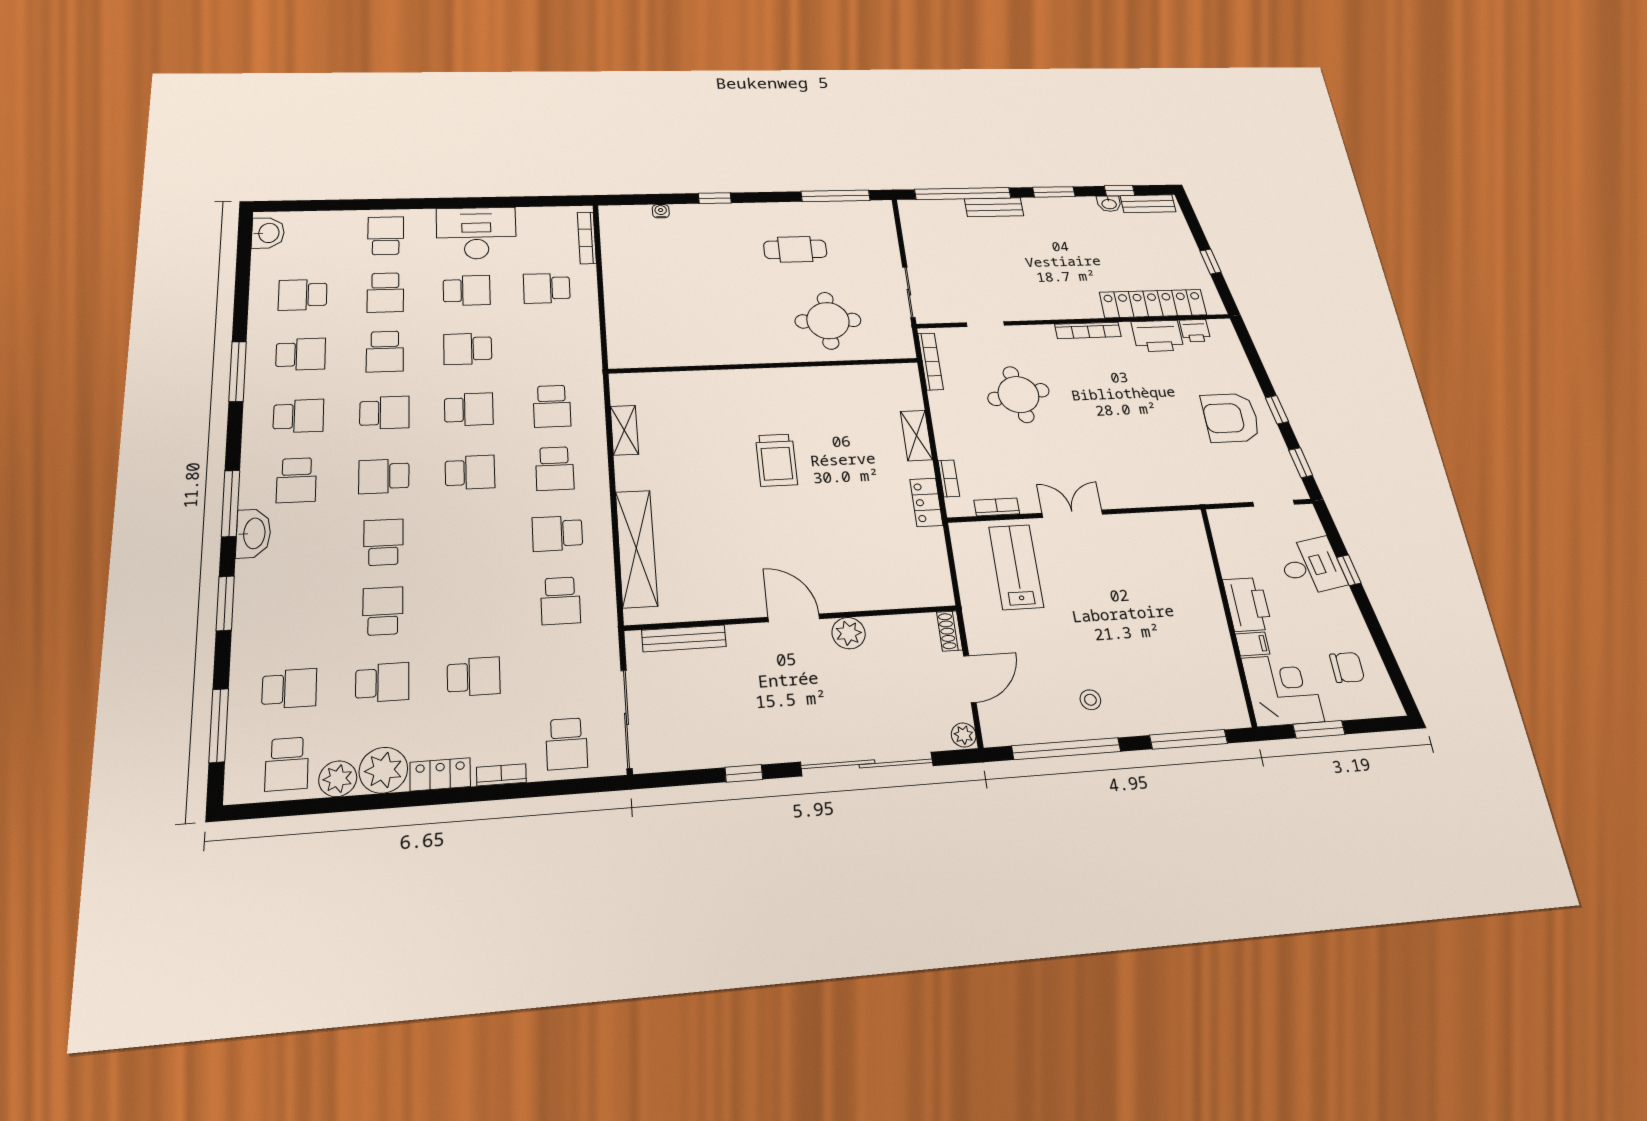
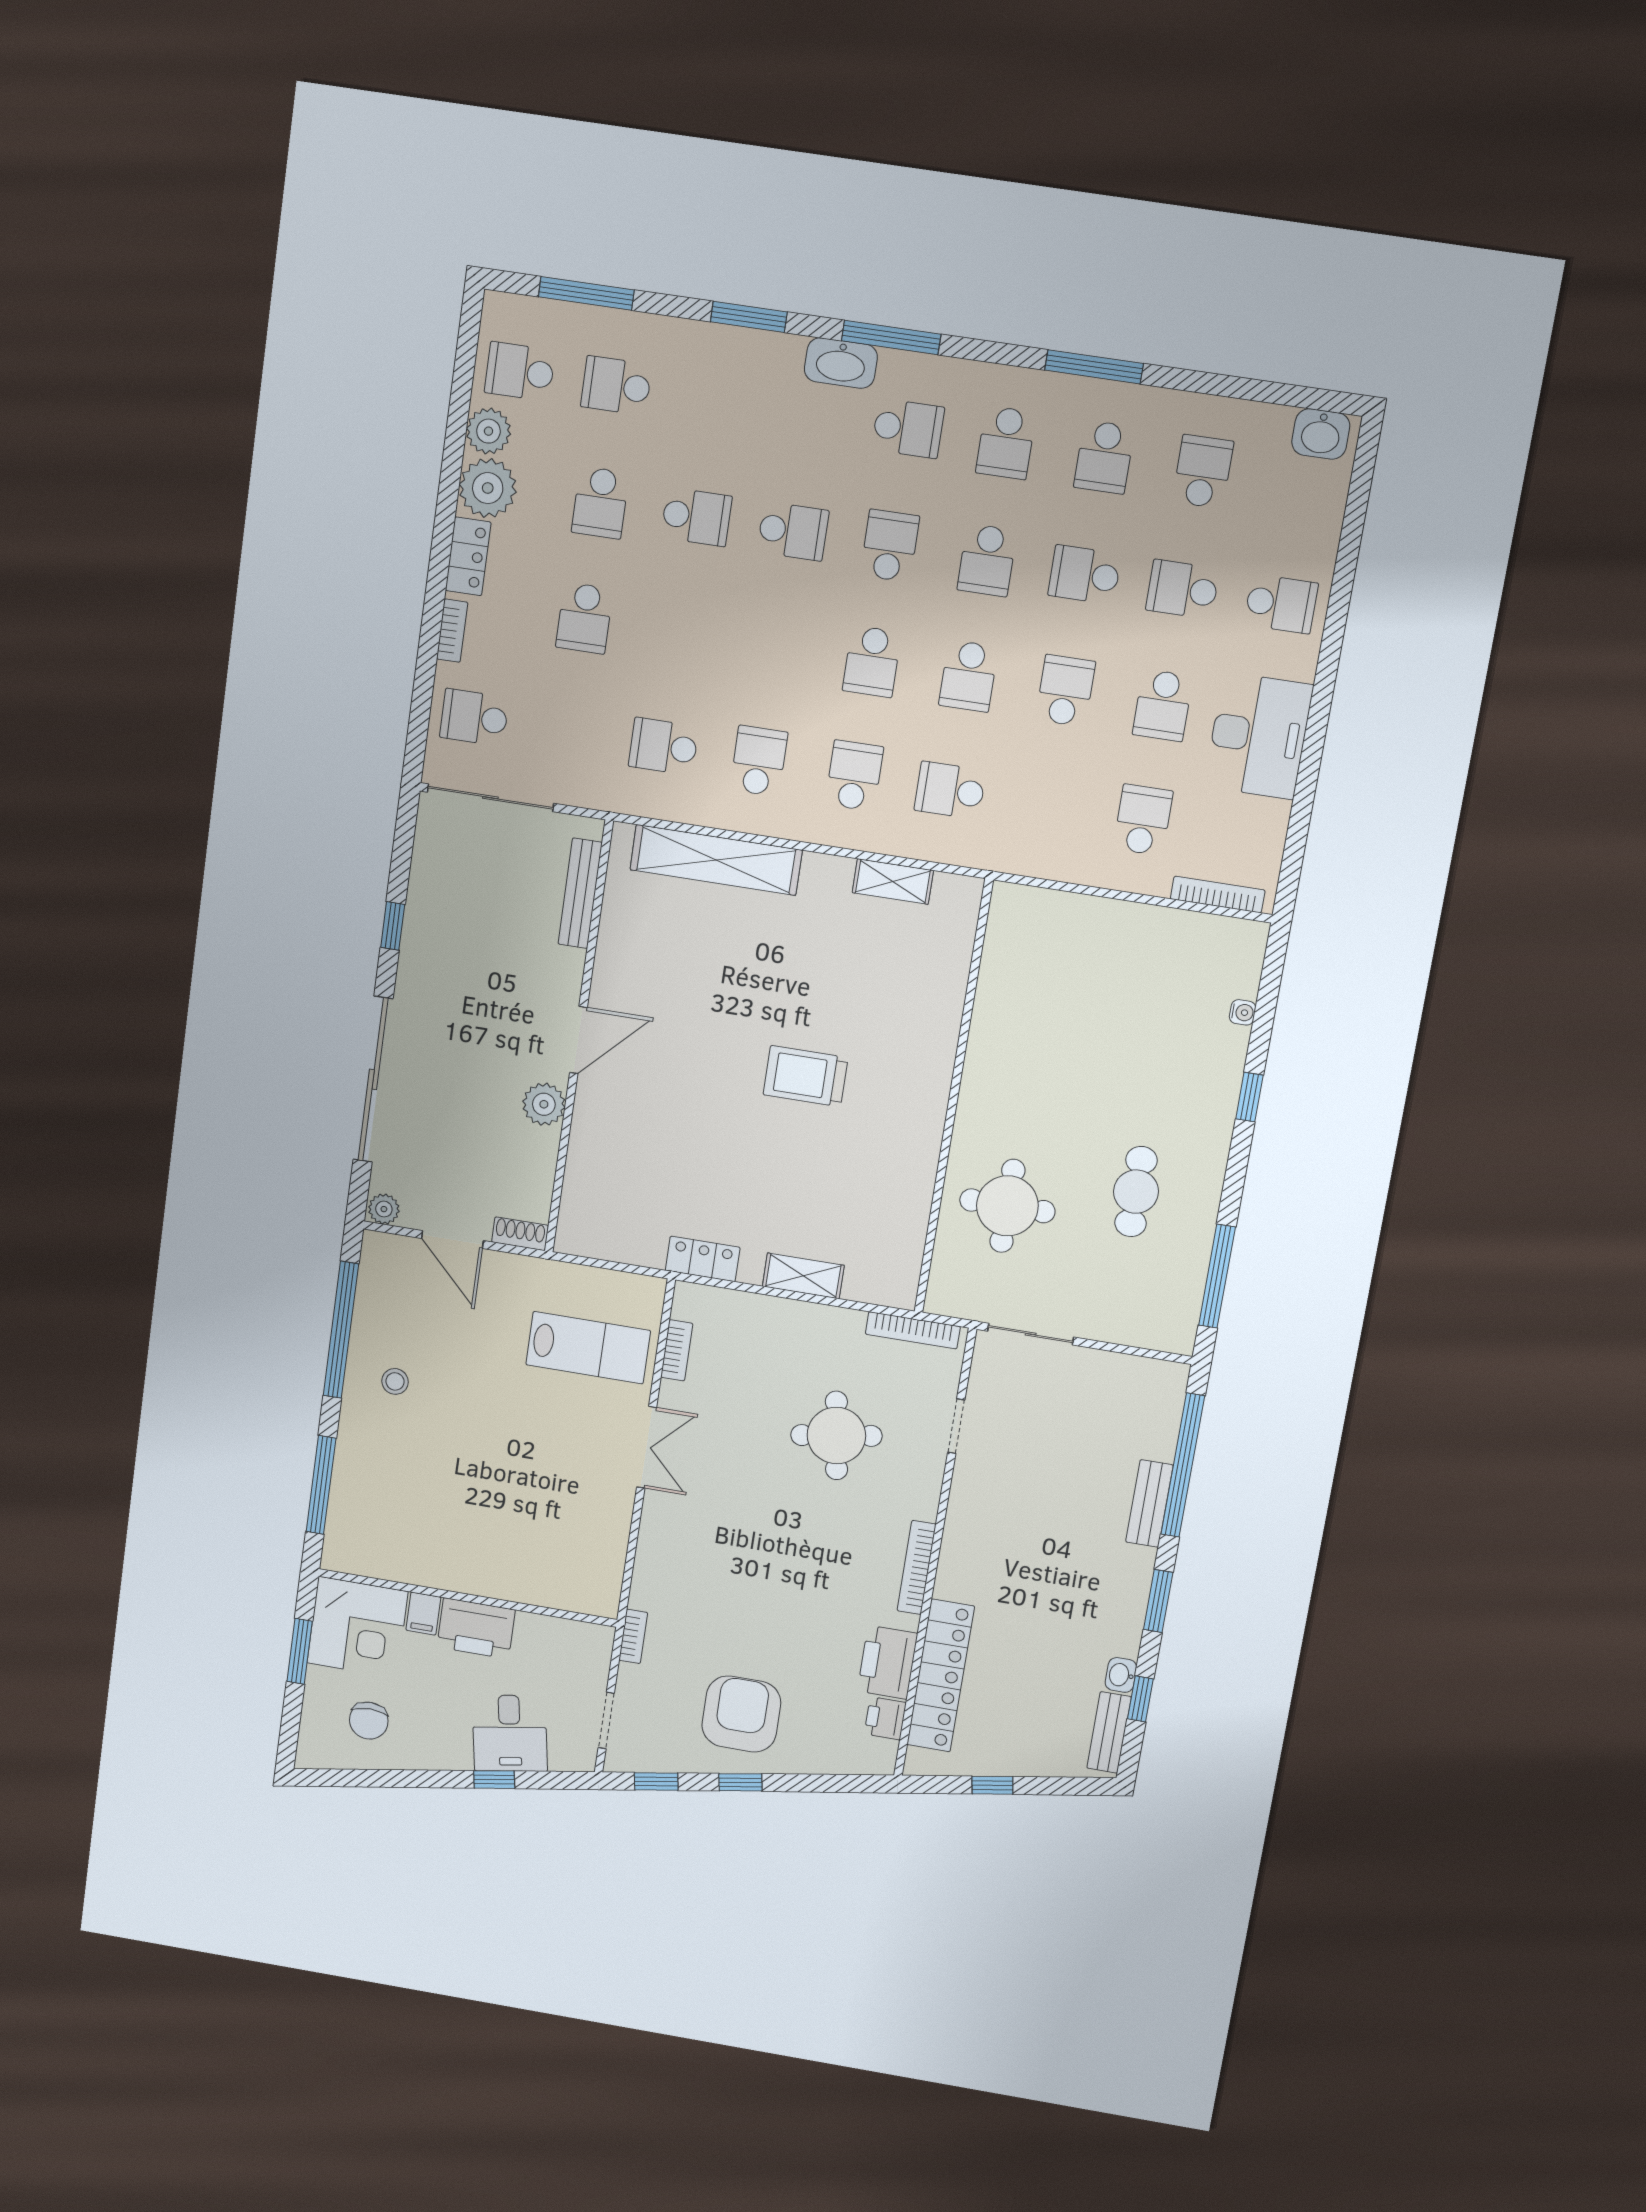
school desk: (555, 469) -> (854, 776), turned 90
bookcase: (949, 478) -> (633, 1636), moved, turned -90
school desk: (296, 480) -> (908, 428), turned 180
school desk: (289, 689) -> (616, 386), turned 90

